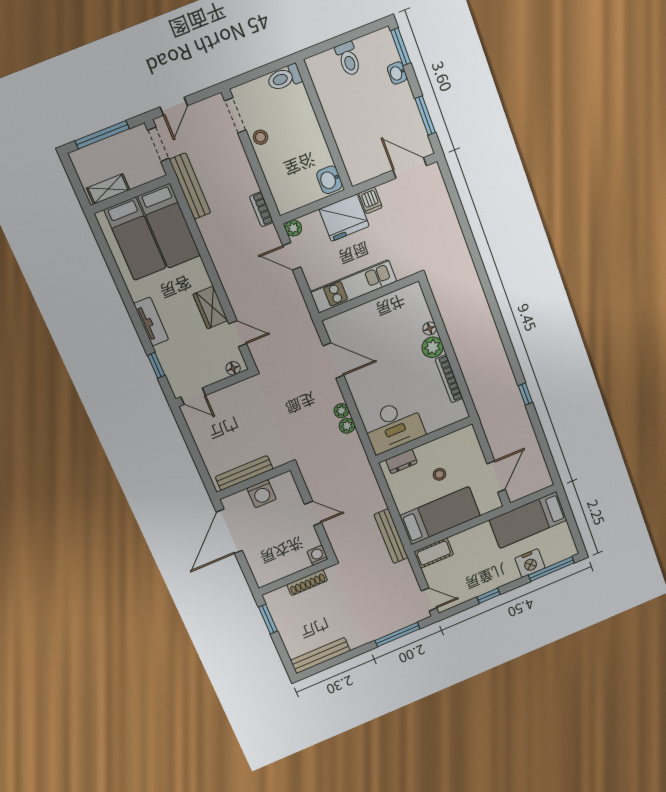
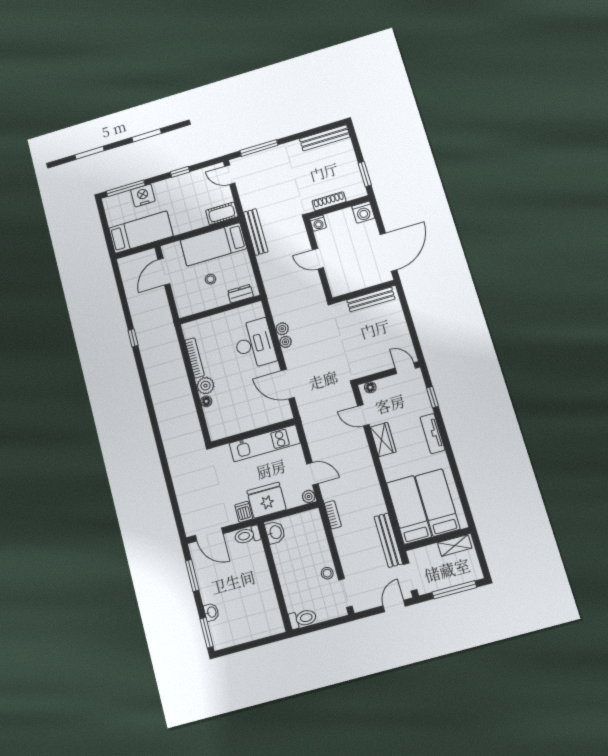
toilet: (348, 59) -> (247, 535), moved, turned -90
desk: (394, 426) -> (254, 344), moved, turned 90
washing machine: (262, 494) -> (363, 212), moved, turned 180

